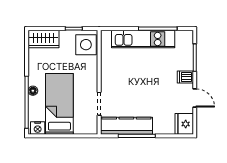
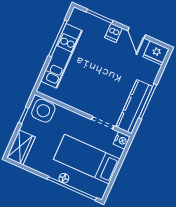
door: (195, 98) -> (137, 33), swing flipped
nightstand: (38, 128) -> (122, 140), moved

